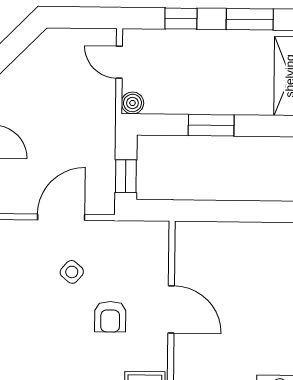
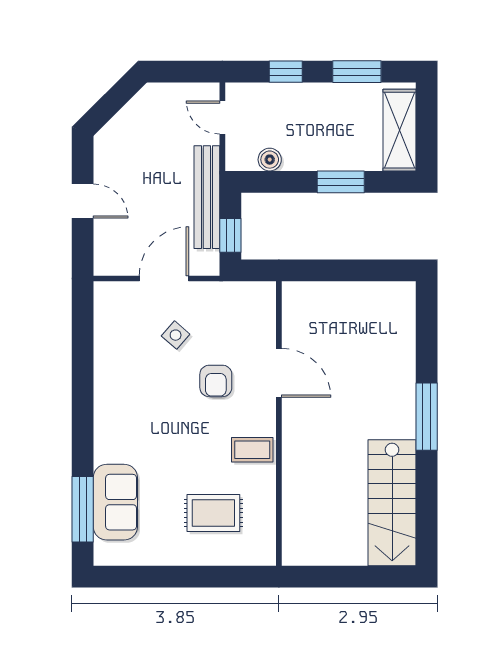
boiler: (132, 103) -> (270, 160), moved
window: (211, 125) -> (341, 182), moved
bench: (103, 139) -> (207, 197), added

